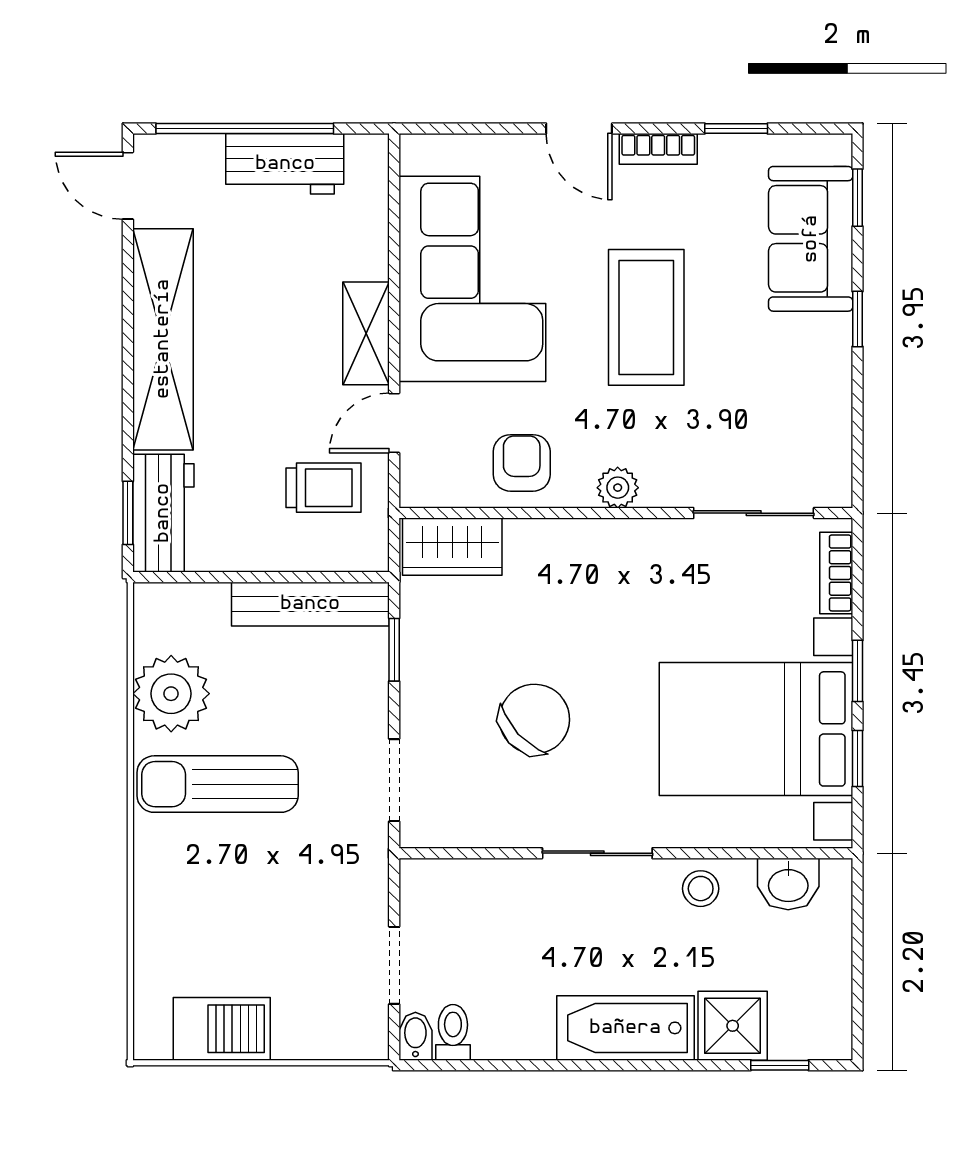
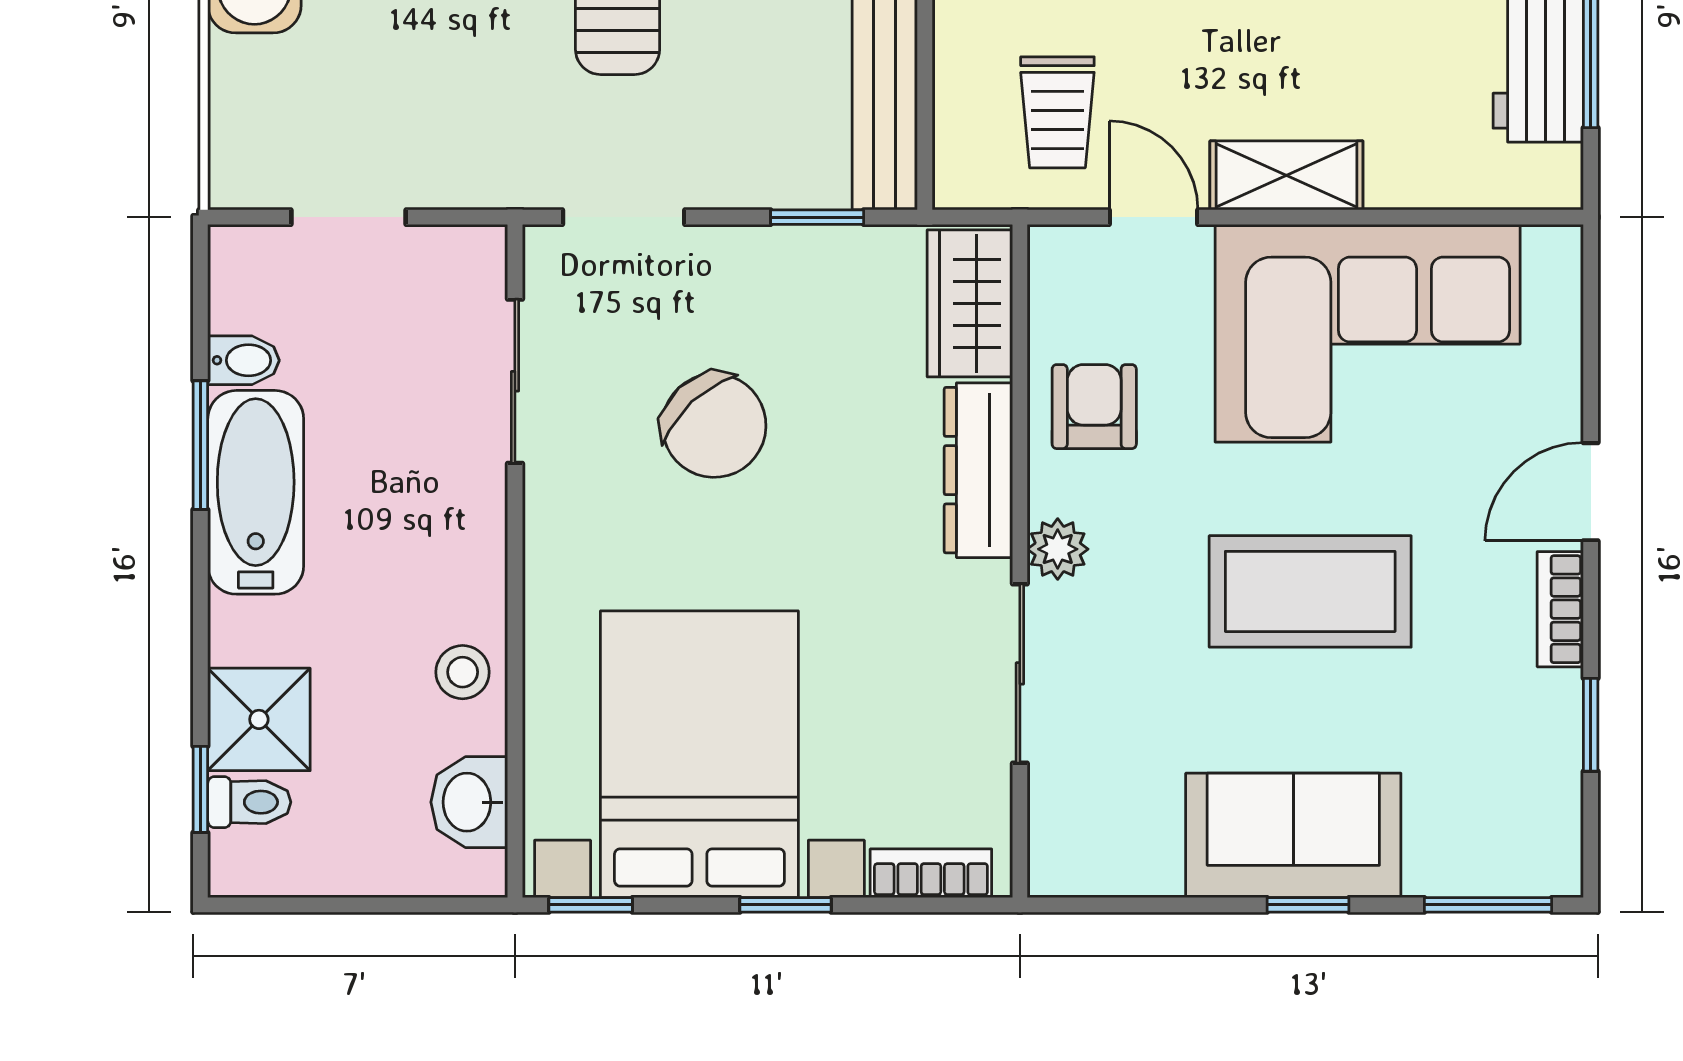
window: (858, 198) -> (1488, 905), width x1.50
sofa: (811, 239) -> (1293, 835), moved
armchair: (522, 463) -> (1094, 407), turned -90
sliding door: (754, 513) -> (1020, 673), moved
dresser: (565, 541) -> (978, 470), added
window: (858, 758) -> (591, 905), moved
sliding door: (597, 853) -> (515, 381), moved
bathtub: (625, 1028) -> (256, 492), moved
toilet: (453, 1032) -> (249, 802), moved
bidet: (415, 1036) -> (243, 360), moved
window: (548, 1065) -> (200, 445), added

